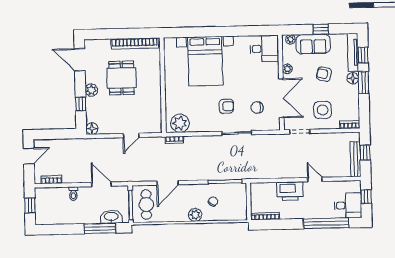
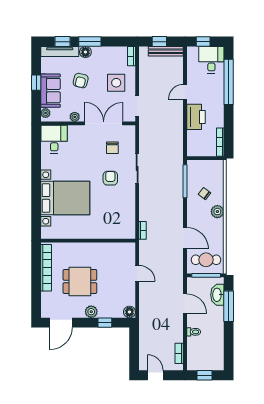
plant: (180, 123) -> (126, 225), removed
door: (102, 184) -> (185, 304), swing flipped

